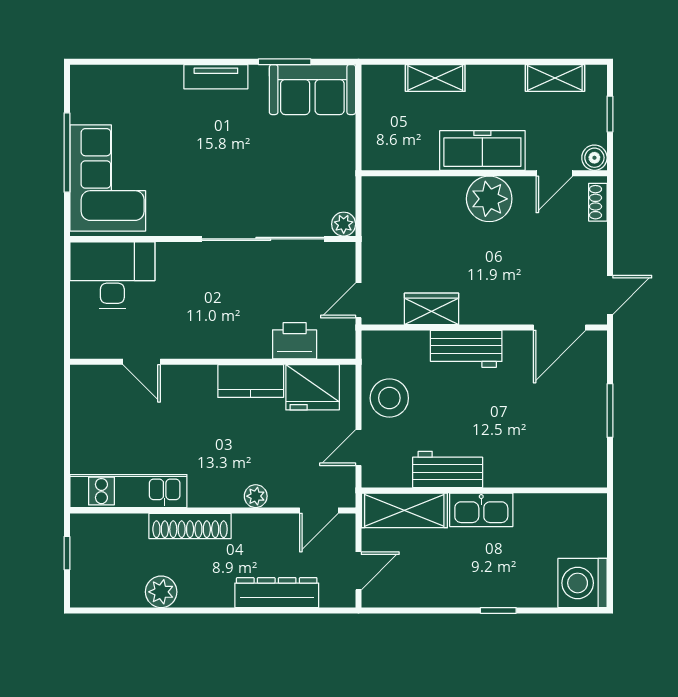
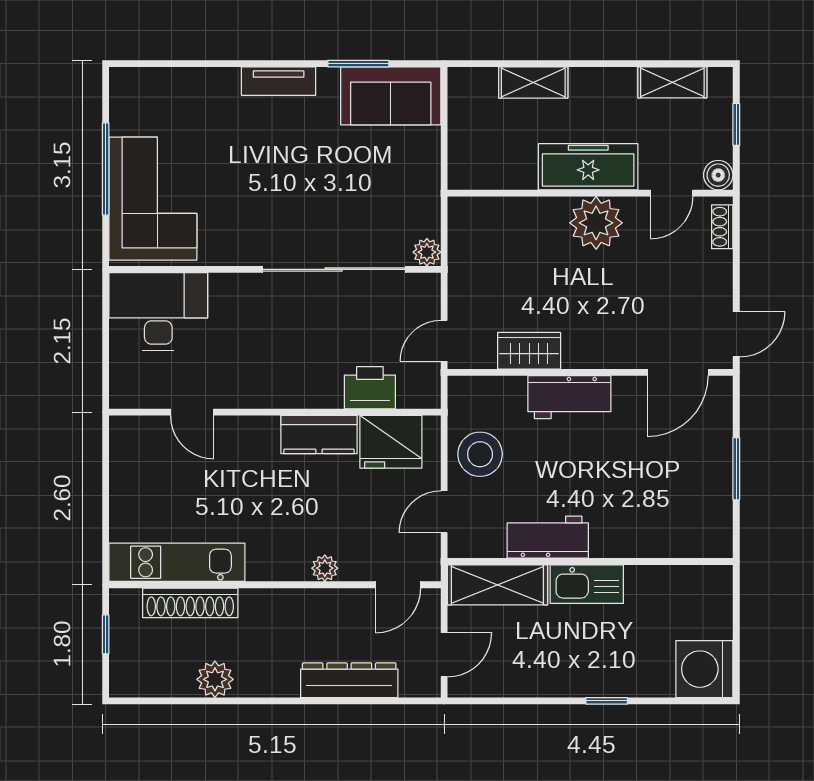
shoe rack: (190, 526) -> (190, 603), moved

